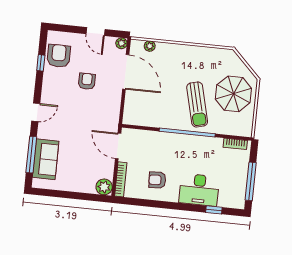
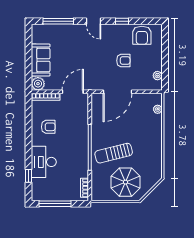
door: (95, 32) -> (165, 63), removed
plant: (121, 43) -> (157, 76), moved
armchair: (59, 56) -> (142, 35), turned 90
window: (41, 63) -> (122, 21), moved
door: (126, 72) -> (117, 92), moved
sofa: (46, 159) -> (41, 60), moved, turned -90
armchair: (157, 180) -> (48, 127), turned 93

